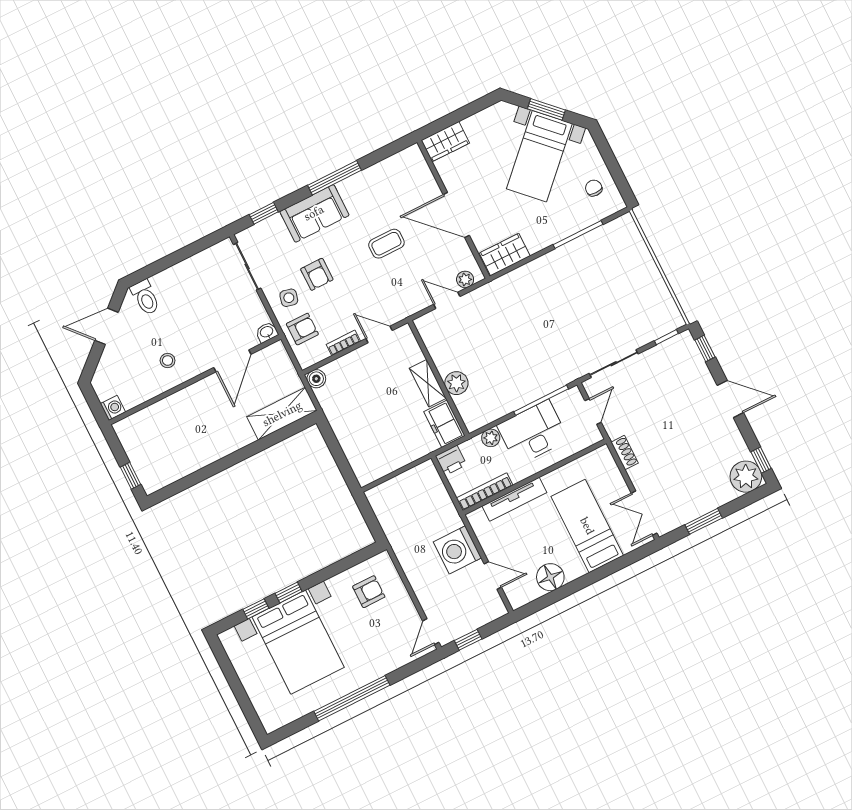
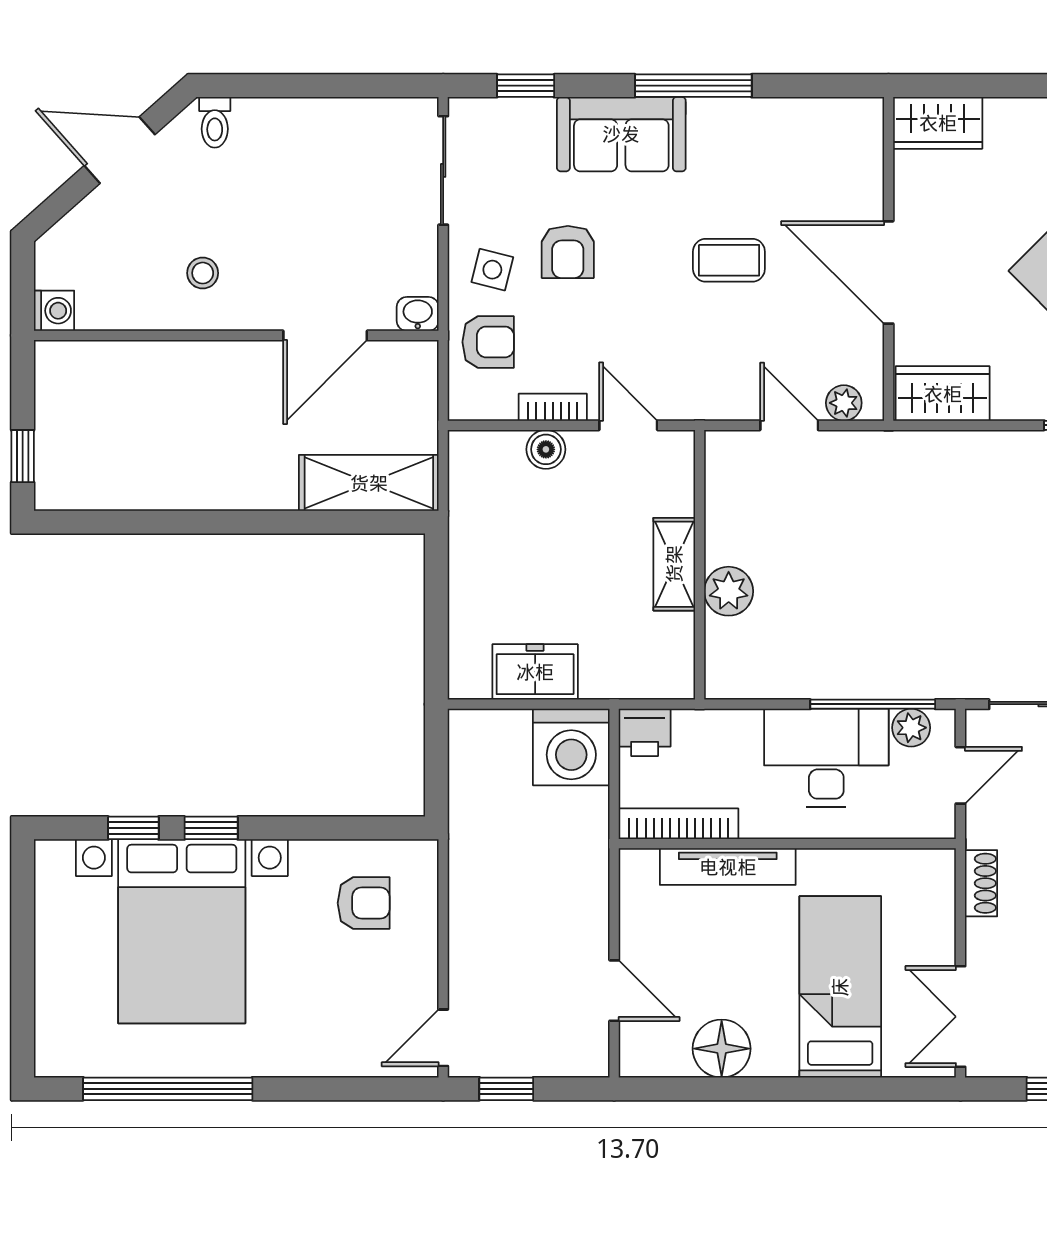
toilet: (145, 297) -> (215, 122), width x0.73, depth x0.72
boiler: (316, 379) -> (546, 449), moved
freezer: (445, 424) -> (535, 672), moved, turned 90
plant: (491, 438) -> (911, 728), moved
washing machine: (457, 550) -> (571, 747), moved, turned -90
window: (352, 698) -> (168, 1089), moved

